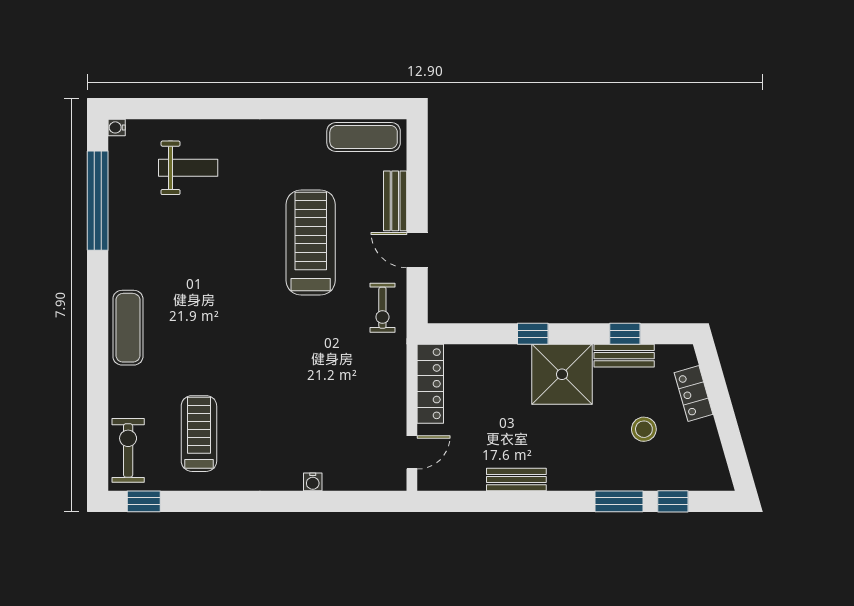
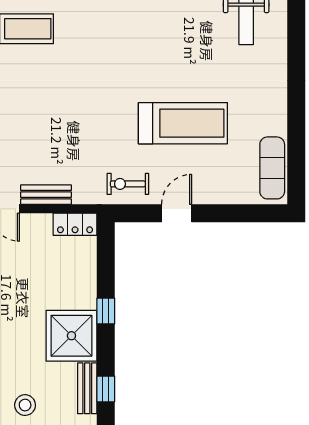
bench: (395, 201) -> (46, 195), moved
locker: (430, 384) -> (75, 224), width x0.66

